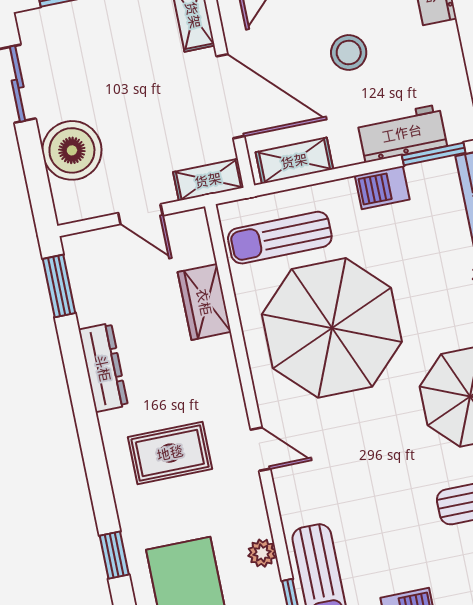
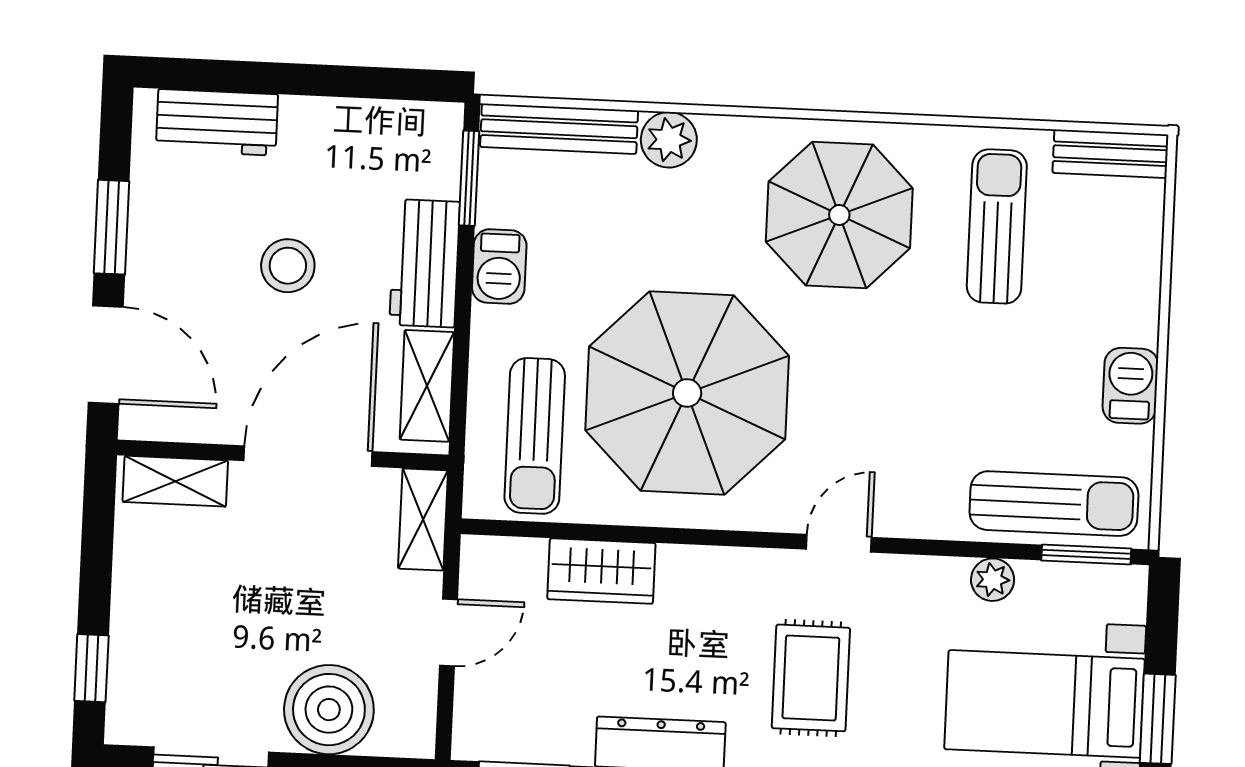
workbench: (402, 133) -> (425, 263), moved

